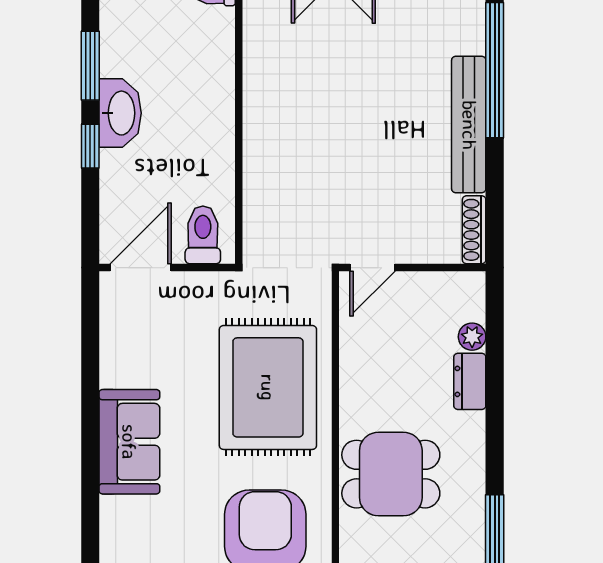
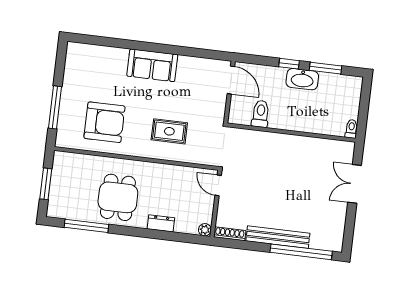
toilet: (203, 235) -> (261, 114), moved, turned -90
plant: (472, 337) -> (205, 230), moved
rug: (268, 387) -> (169, 131), width x0.54, depth x0.49
dining table: (391, 474) -> (118, 197), moved

